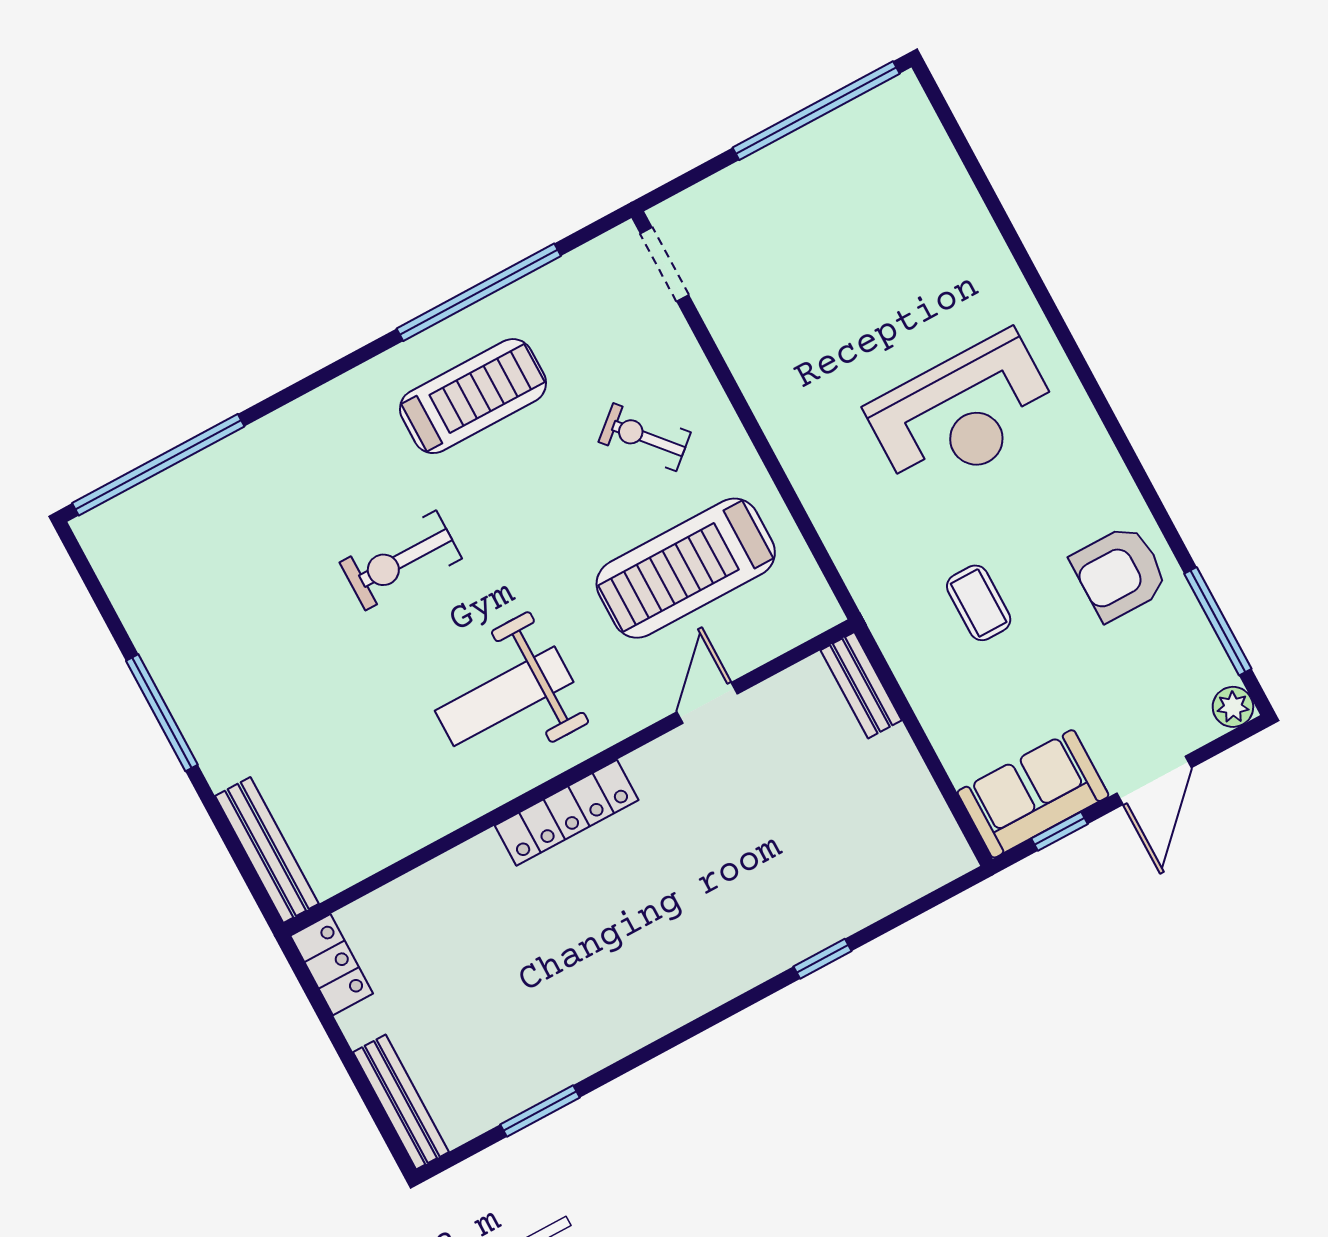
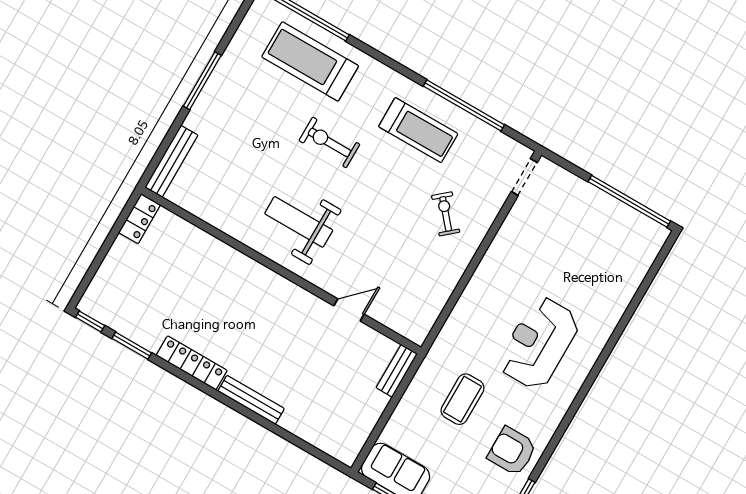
reception desk: (963, 414) -> (539, 343), turned 90
treadmill: (686, 568) -> (310, 61), moved
coffee table: (979, 603) -> (463, 399), width x1.36, depth x1.30
locker: (567, 813) -> (192, 363), moved, turned 180
window: (823, 959) -> (90, 321), moved
bench: (401, 1102) -> (251, 400), moved, turned 90

